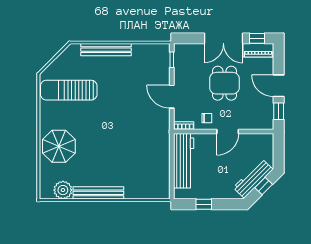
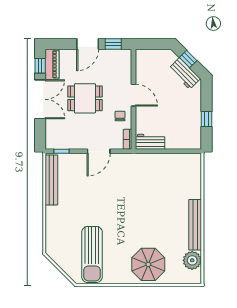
bench: (106, 50) -> (51, 180), moved
workbench: (184, 161) -> (150, 142), width x0.53, depth x0.76
workbench: (253, 178) -> (185, 74), width x0.73

